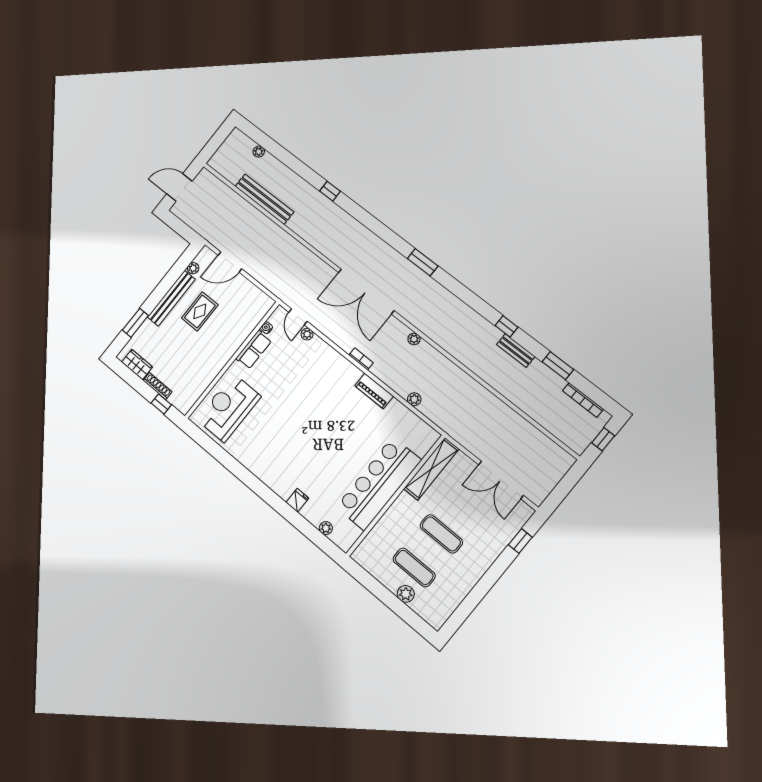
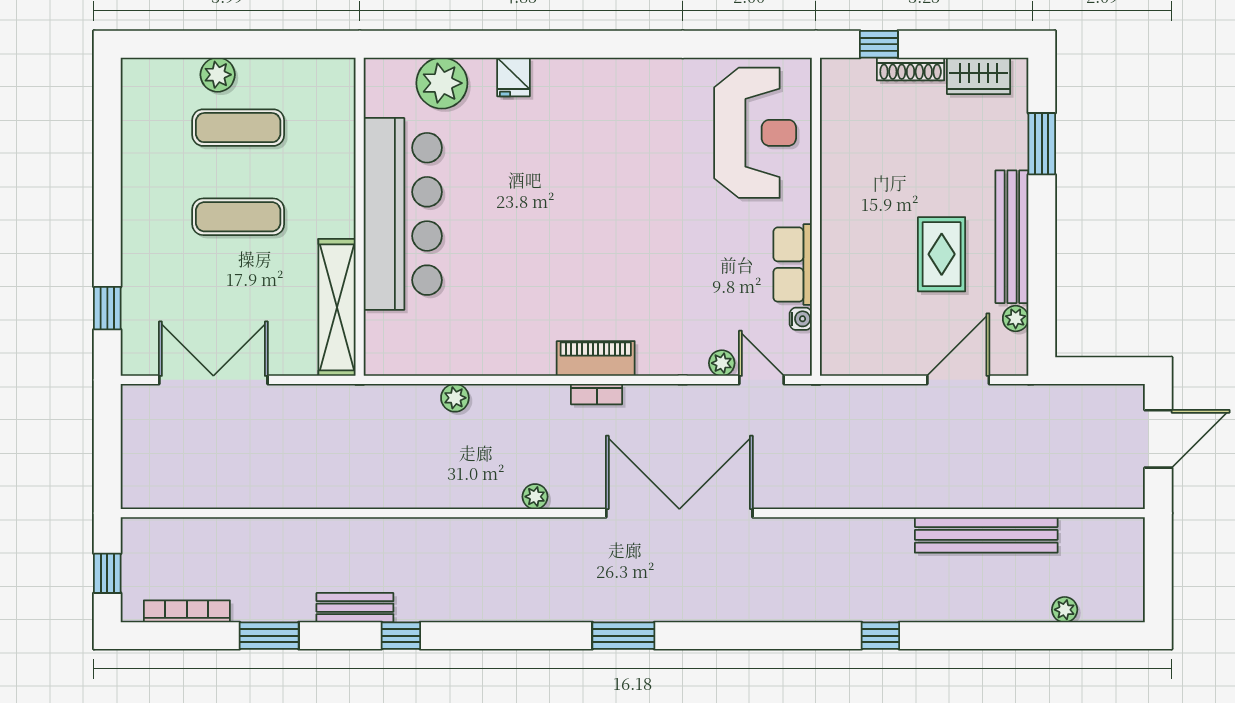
piano: (374, 391) -> (596, 358), moved
plant: (326, 528) -> (442, 83), width x1.87, depth x1.87

